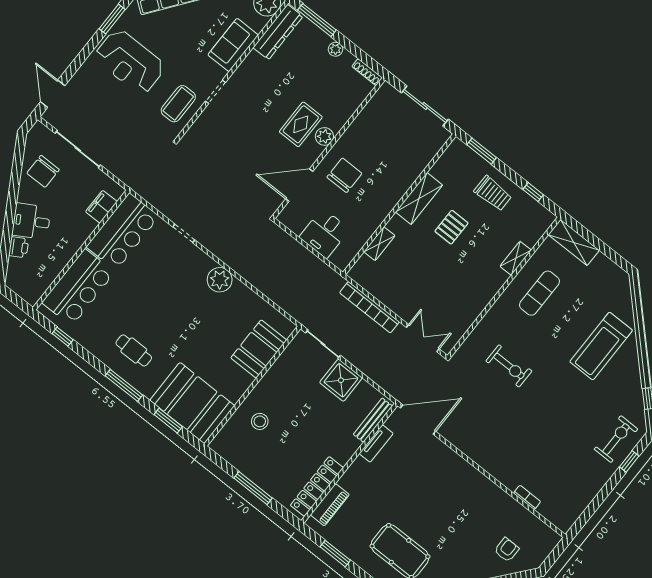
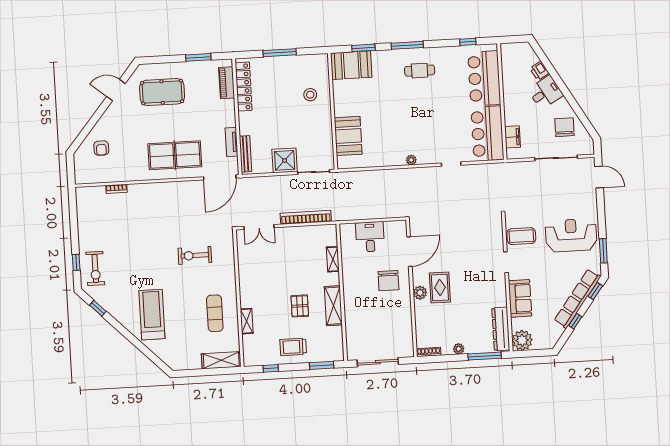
coffee table: (178, 104) -> (521, 236), turned 90
plant: (220, 280) -> (411, 160), width x0.53, depth x0.53
booth: (192, 403) -> (351, 65), width x0.73, depth x0.70
table tennis table: (442, 480) -> (175, 155), added

